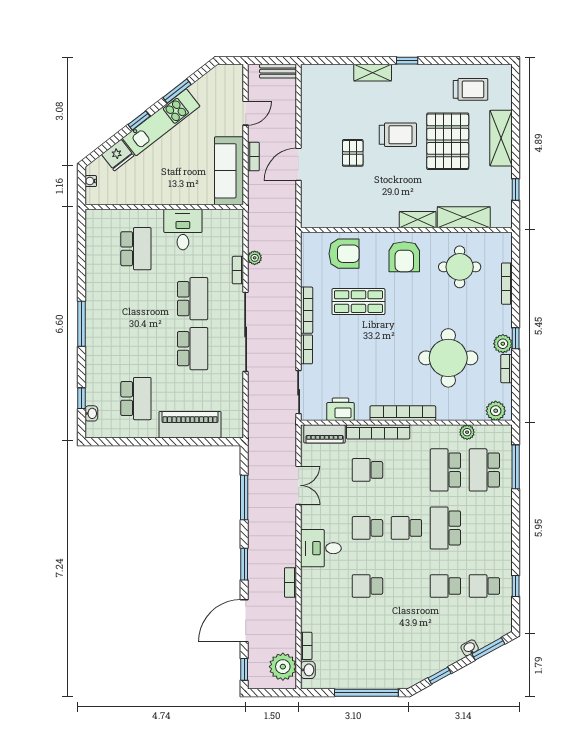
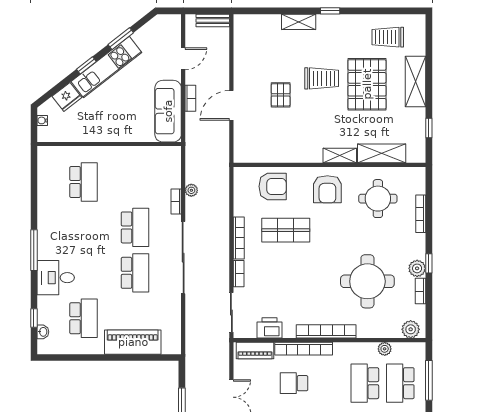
trolley: (471, 89) -> (388, 37), turned 180
desk: (183, 229) -> (56, 278), moved, turned -90

